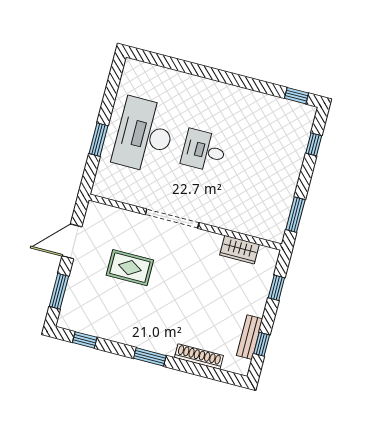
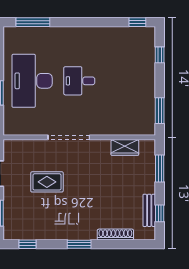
window: (165, 61) -> (33, 22), added
window: (276, 288) -> (160, 168), width x1.50

